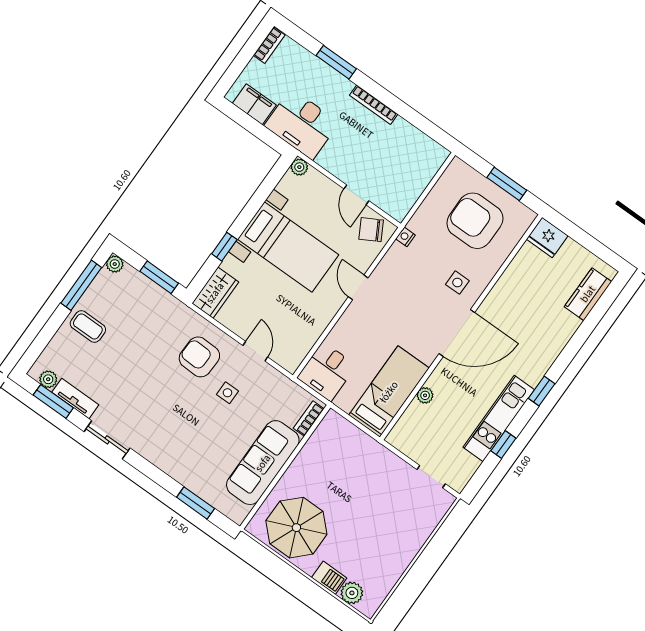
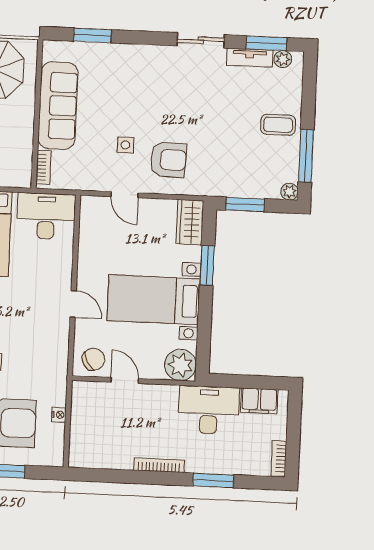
plant: (299, 167) -> (180, 365), width x1.88, depth x1.88
nightstand: (405, 237) -> (59, 415), moved
window: (224, 247) -> (207, 265), width x1.50
desk: (327, 371) -> (46, 216), width x1.37

